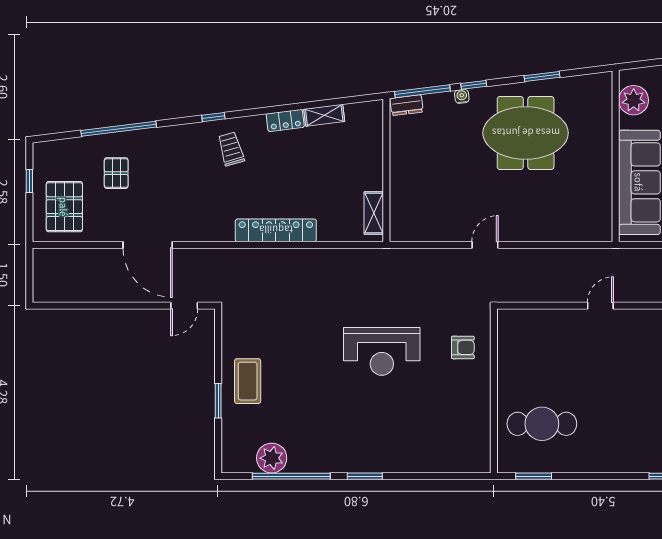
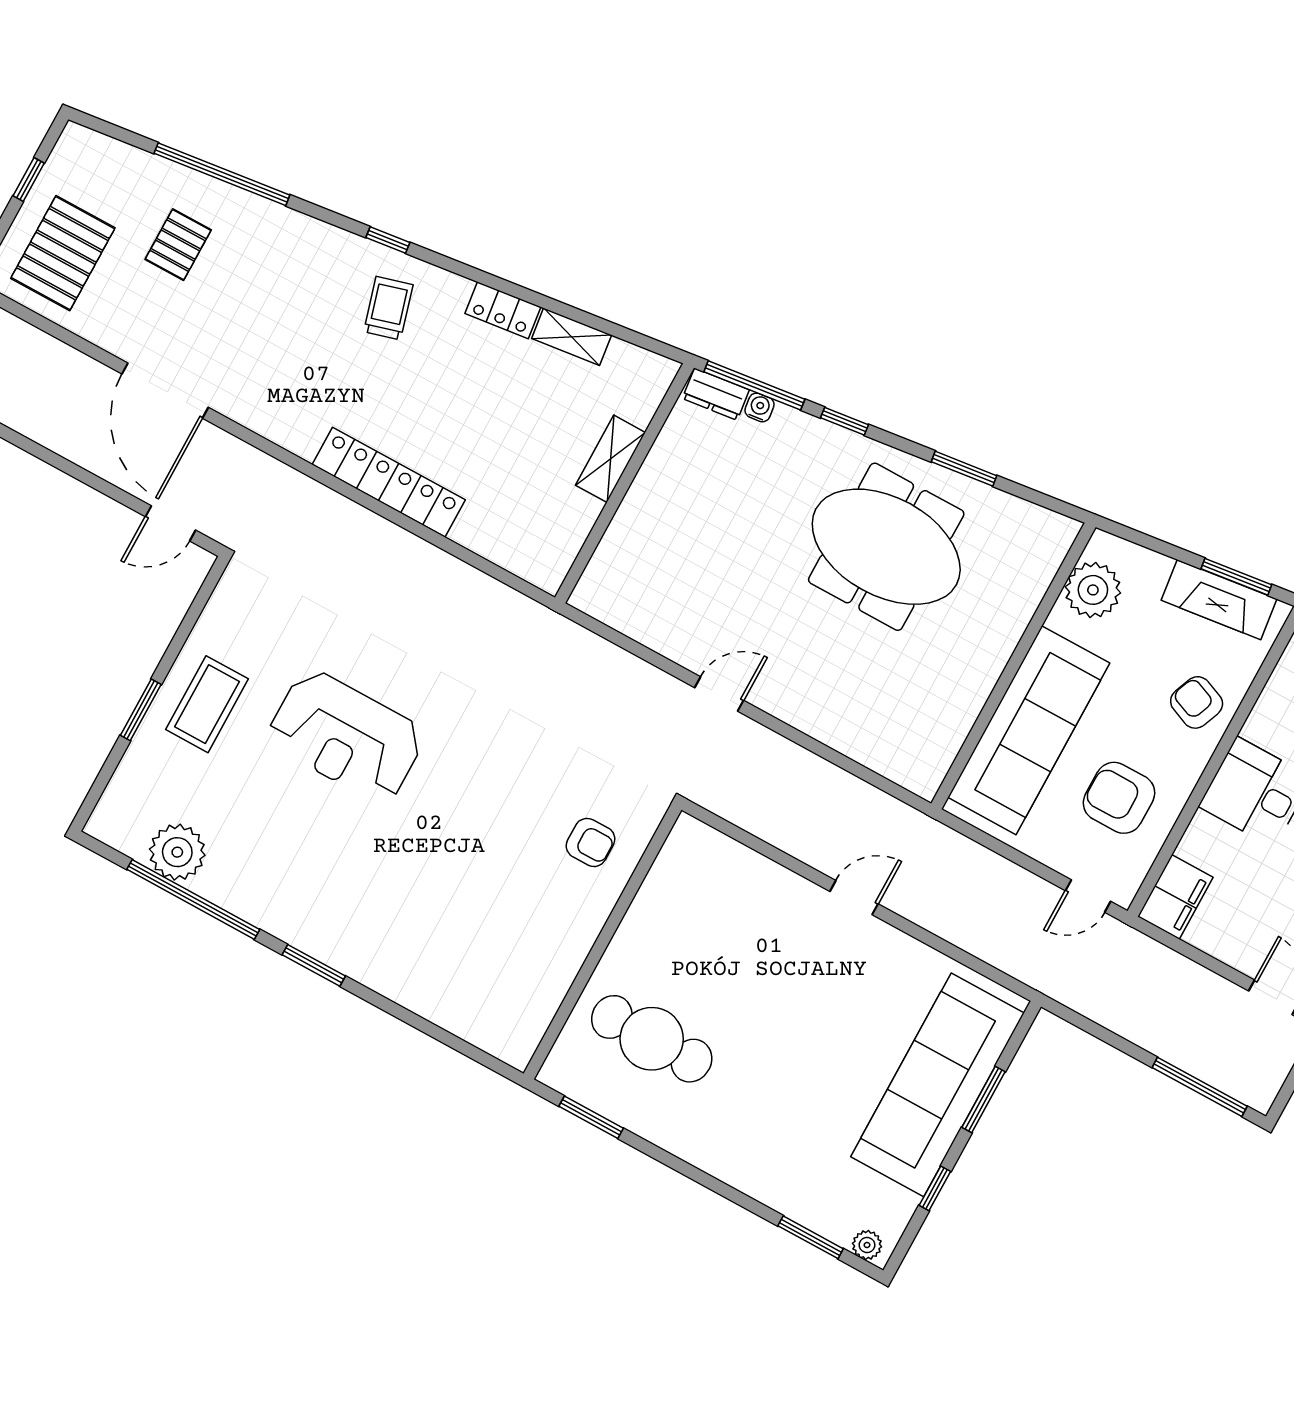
water cooler: (462, 96) -> (759, 407), moved
shelving: (374, 213) -> (610, 459), moved
reception desk: (382, 351) -> (346, 736), moved

